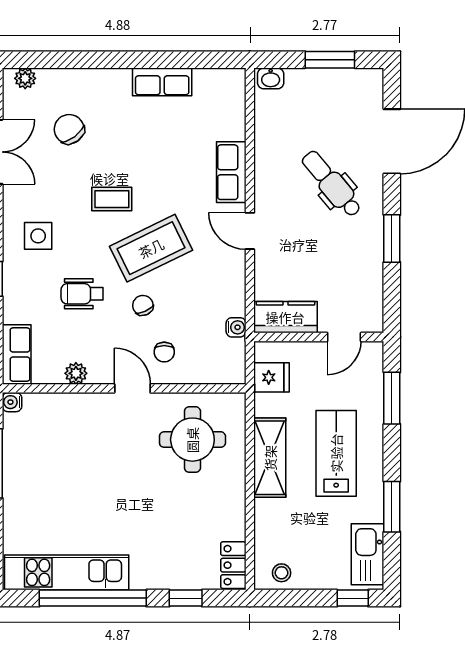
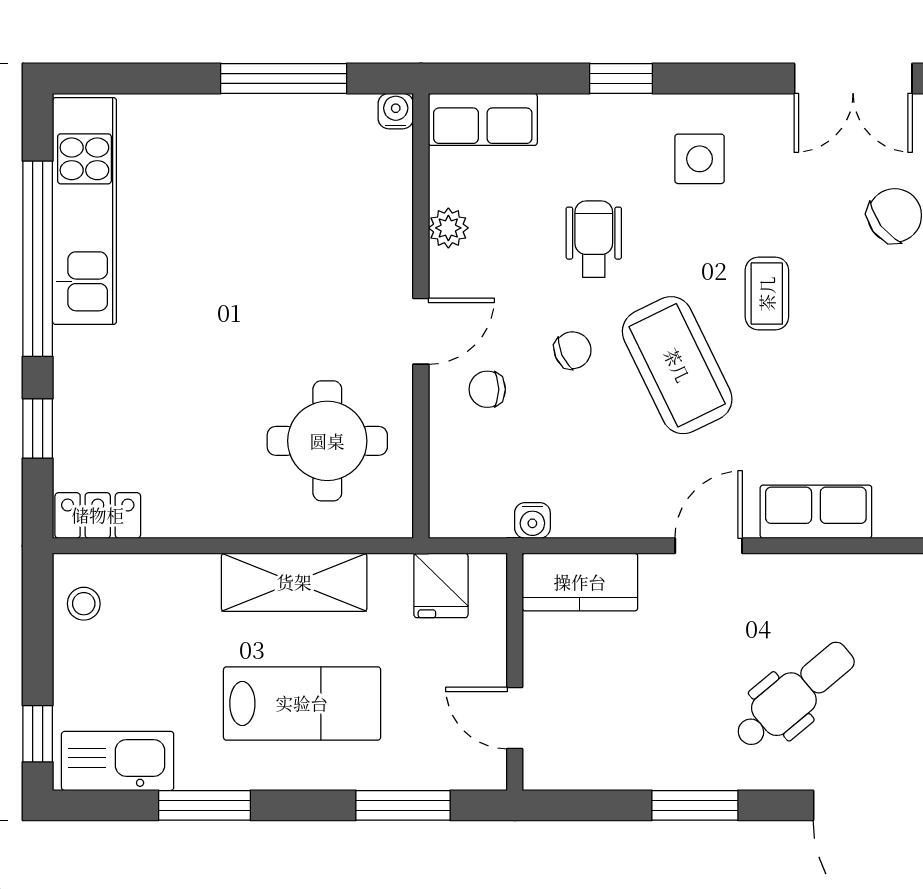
kitchen counter: (285, 317) -> (580, 582), moved, turned 90

